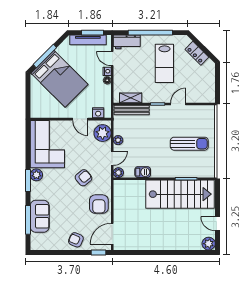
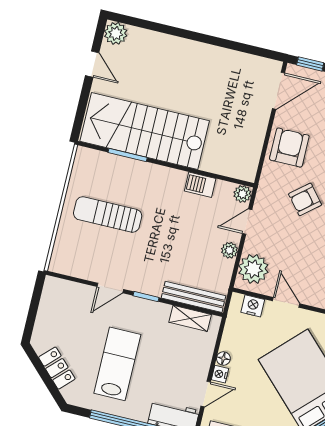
door: (112, 59) -> (206, 394), hinge flipped

